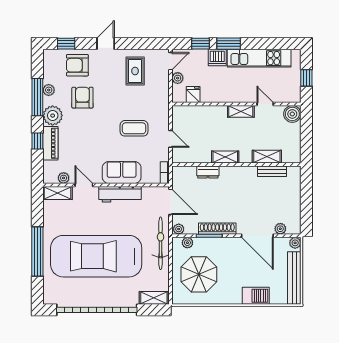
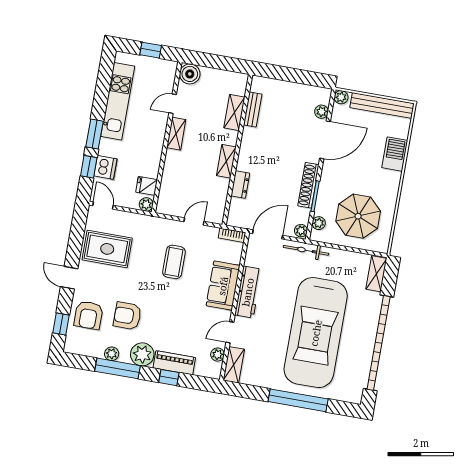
dishwasher: (217, 58) -> (105, 167), moved
rug: (135, 71) -> (107, 249), width x1.36, depth x1.43
plant: (178, 78) -> (146, 204), moved
bicycle: (161, 243) -> (306, 250), width x0.73, depth x0.71

